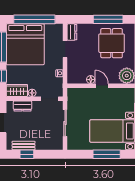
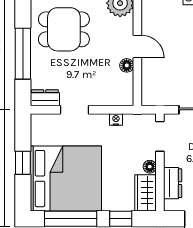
window: (34, 19) -> (23, 163), width x0.32
window: (108, 19) -> (23, 54), moved
door: (102, 86) -> (137, 46), swing flipped

